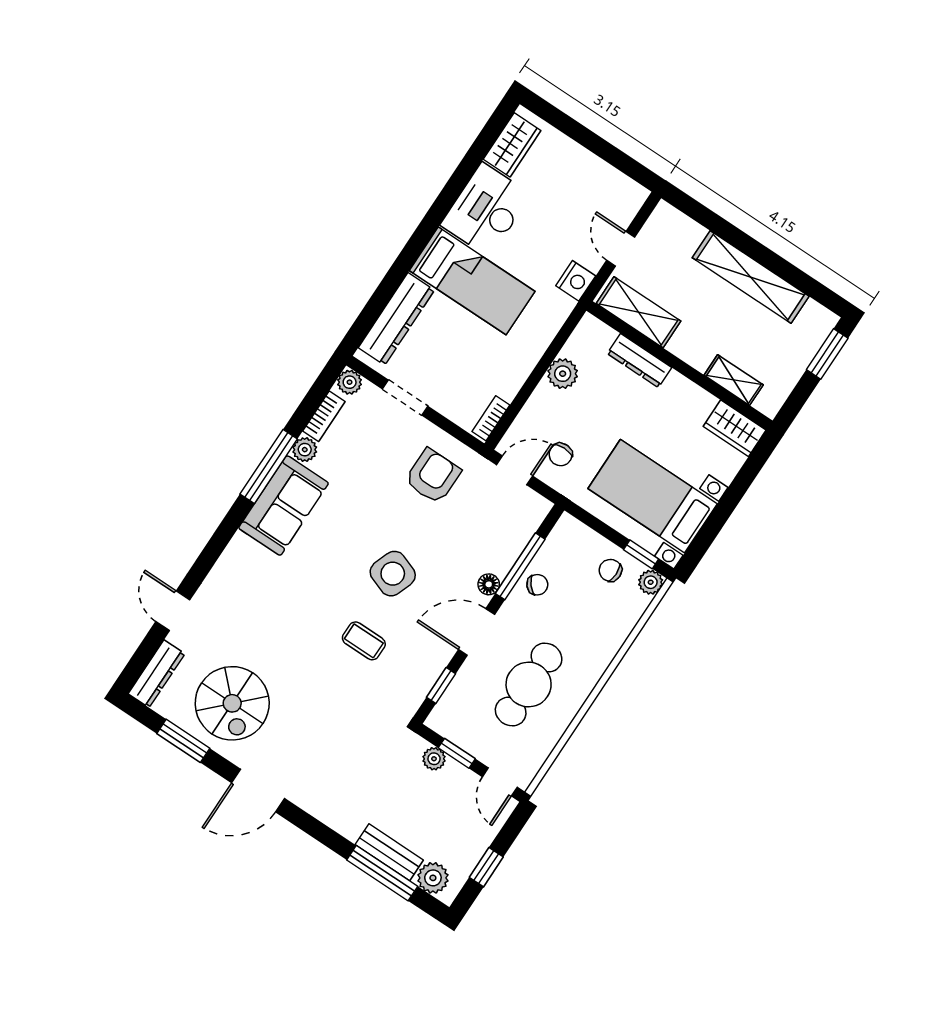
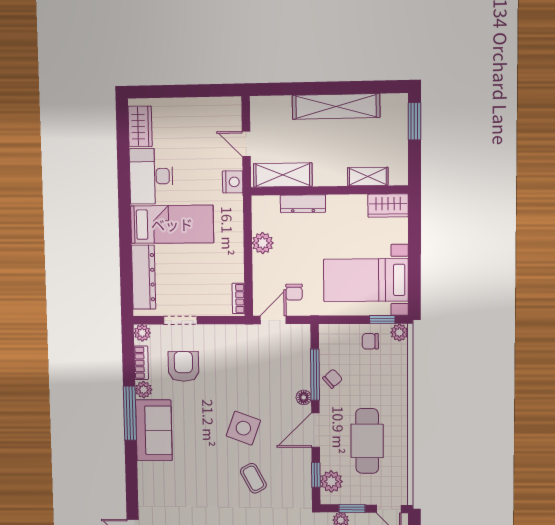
armchair: (433, 476) -> (183, 366), moved
coffee table: (364, 641) -> (253, 478), turned 62
plant: (454, 705) -> (331, 481), added

